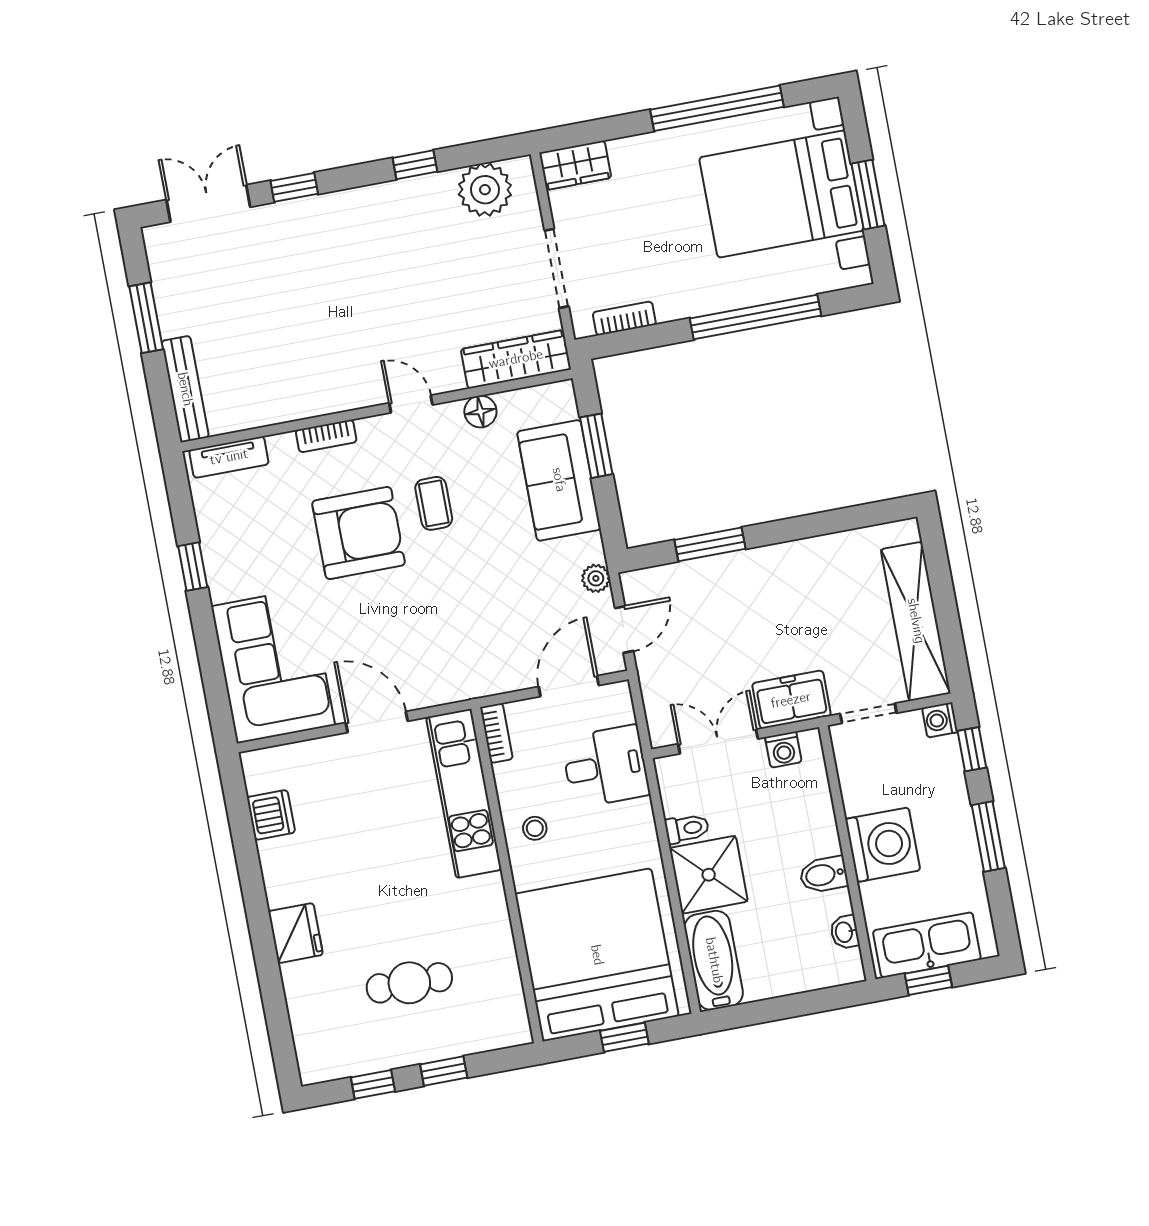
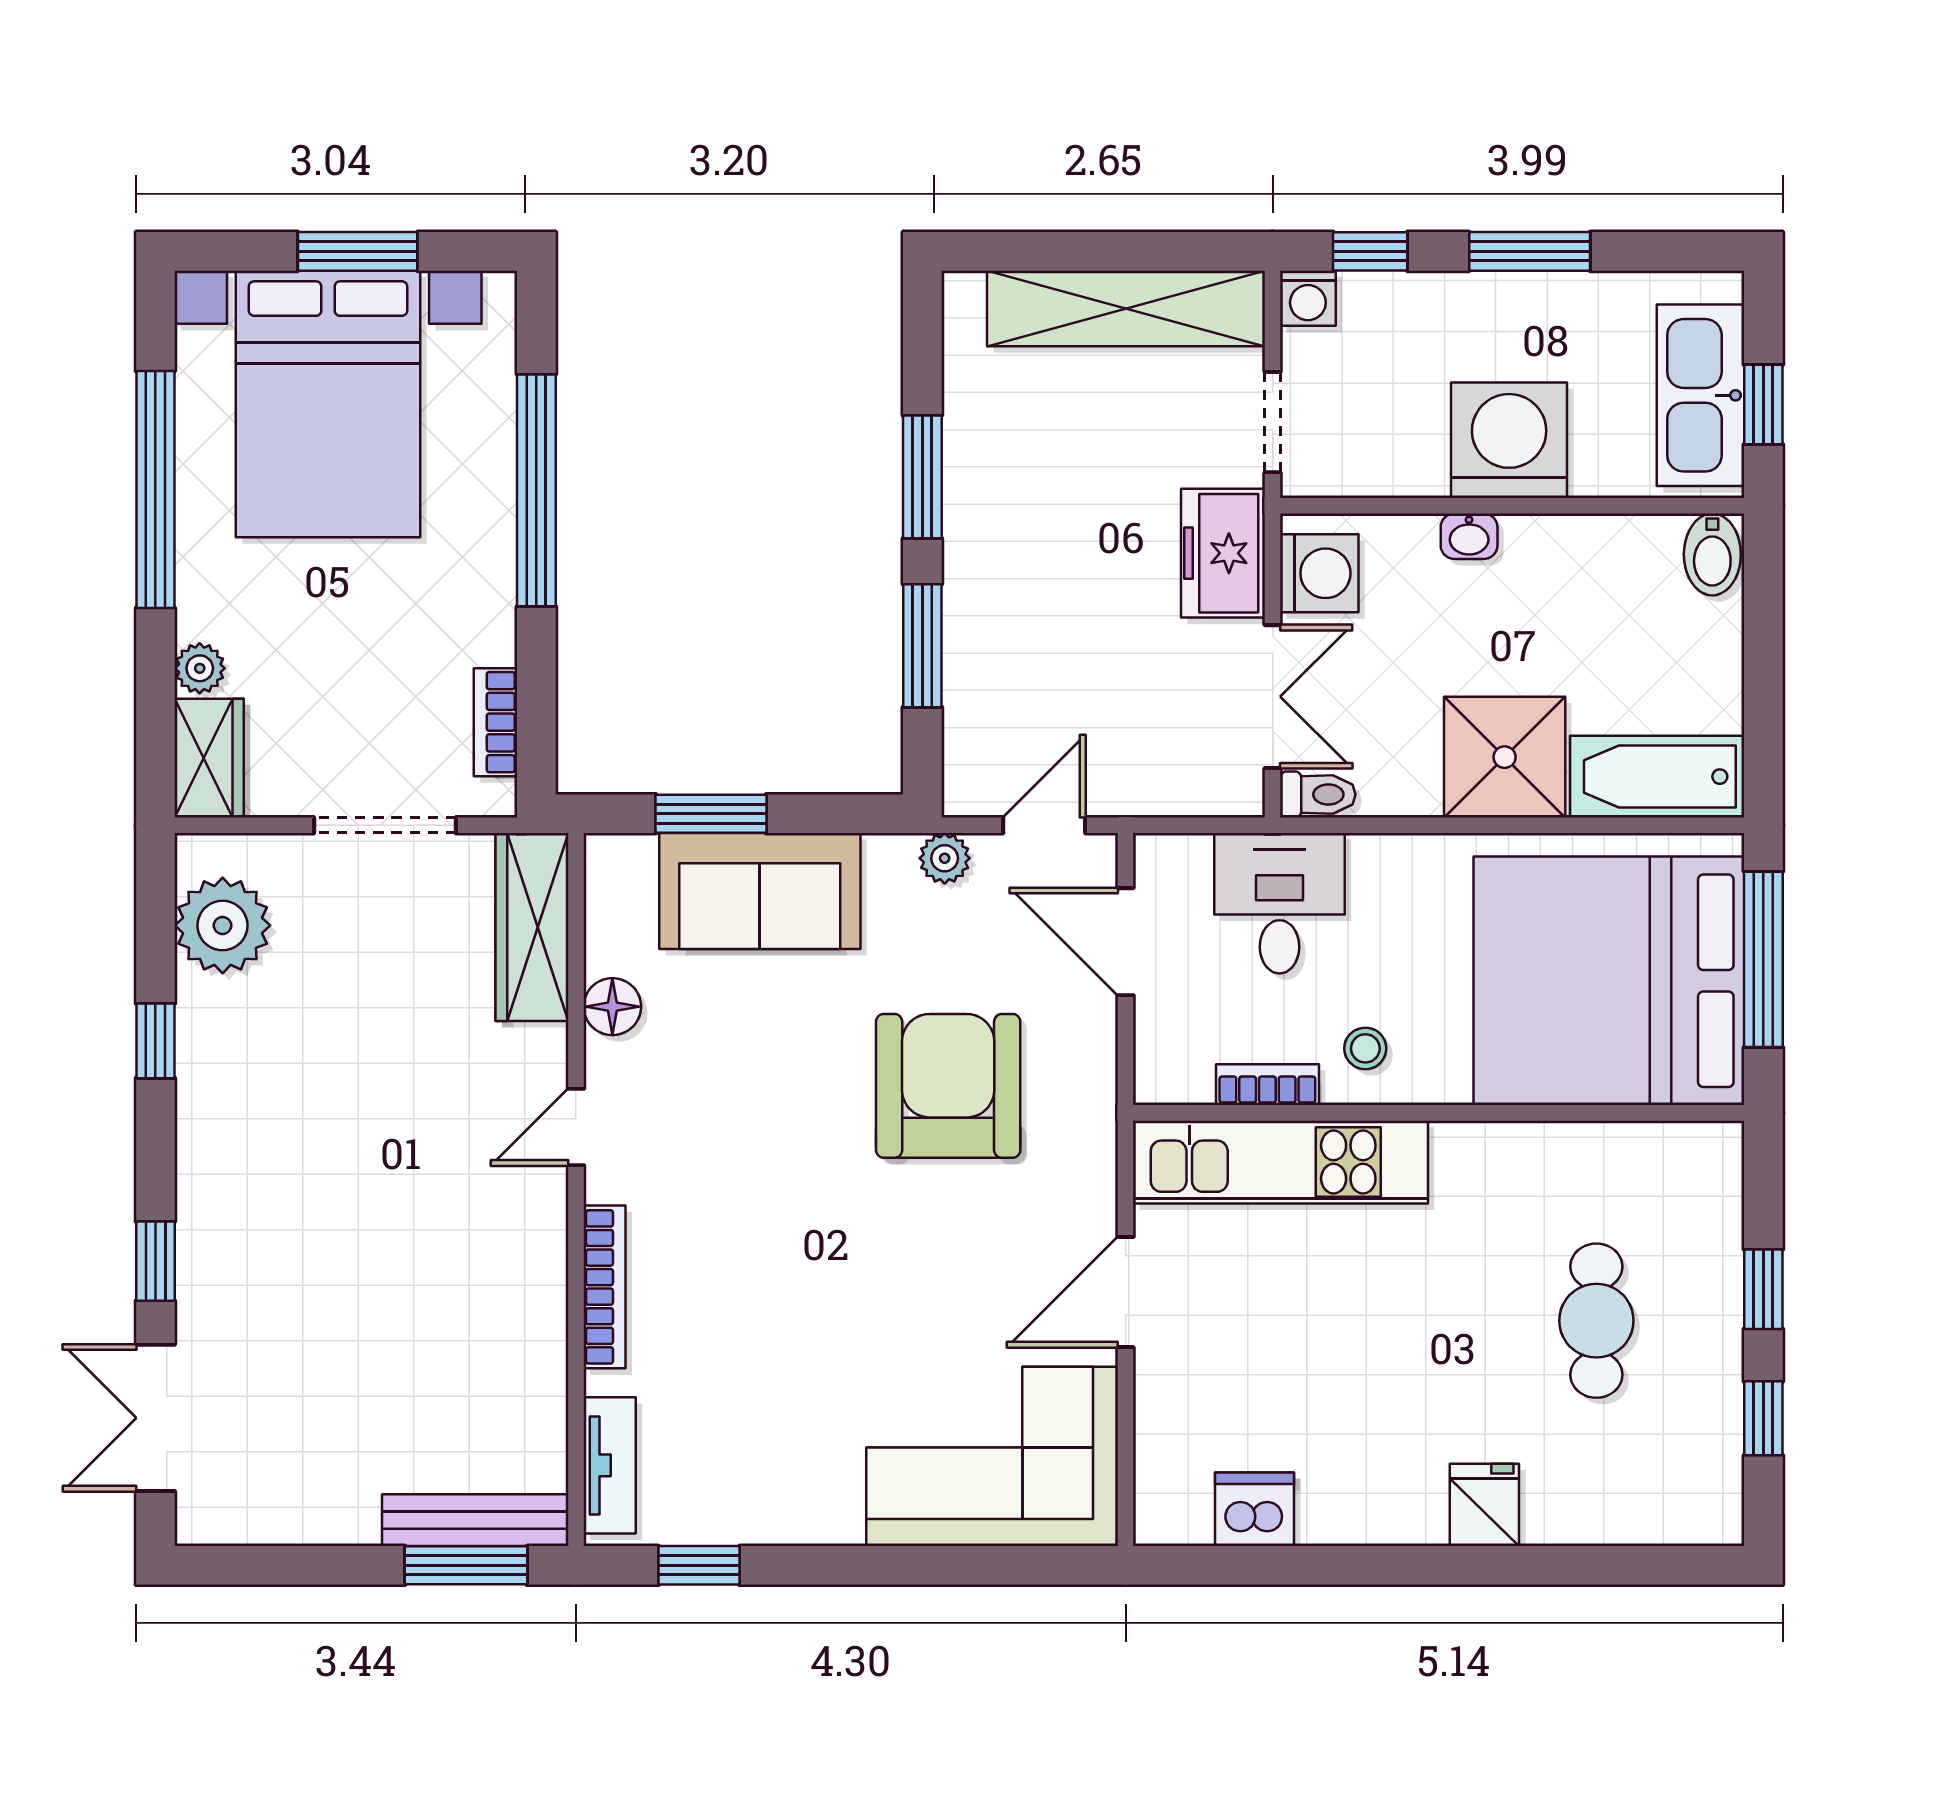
plant: (623, 151) -> (200, 668), added
window: (146, 318) -> (466, 1565), moved
bookcase: (326, 436) -> (605, 1287), width x1.56
coffee table: (434, 503) -> (759, 1119), removed
window: (802, 527) -> (922, 477), added
armchair: (358, 533) -> (948, 1086), moved
window: (193, 567) -> (699, 1565), moved
door: (624, 629) -> (1044, 825), hinge flipped
bookcase: (496, 733) -> (1267, 1085), moved
double door: (718, 741) -> (1273, 697), swing flipped
washing machine: (783, 750) -> (1319, 573), width x1.38, depth x1.38
toilet: (687, 828) -> (1318, 795), moved, turned 90
bidet: (824, 875) -> (1712, 554), moved
washbasin: (845, 932) -> (1469, 536), moved
fridge: (296, 933) -> (1484, 1505), width x0.72
window: (624, 1037) -> (1763, 959), width x2.17

